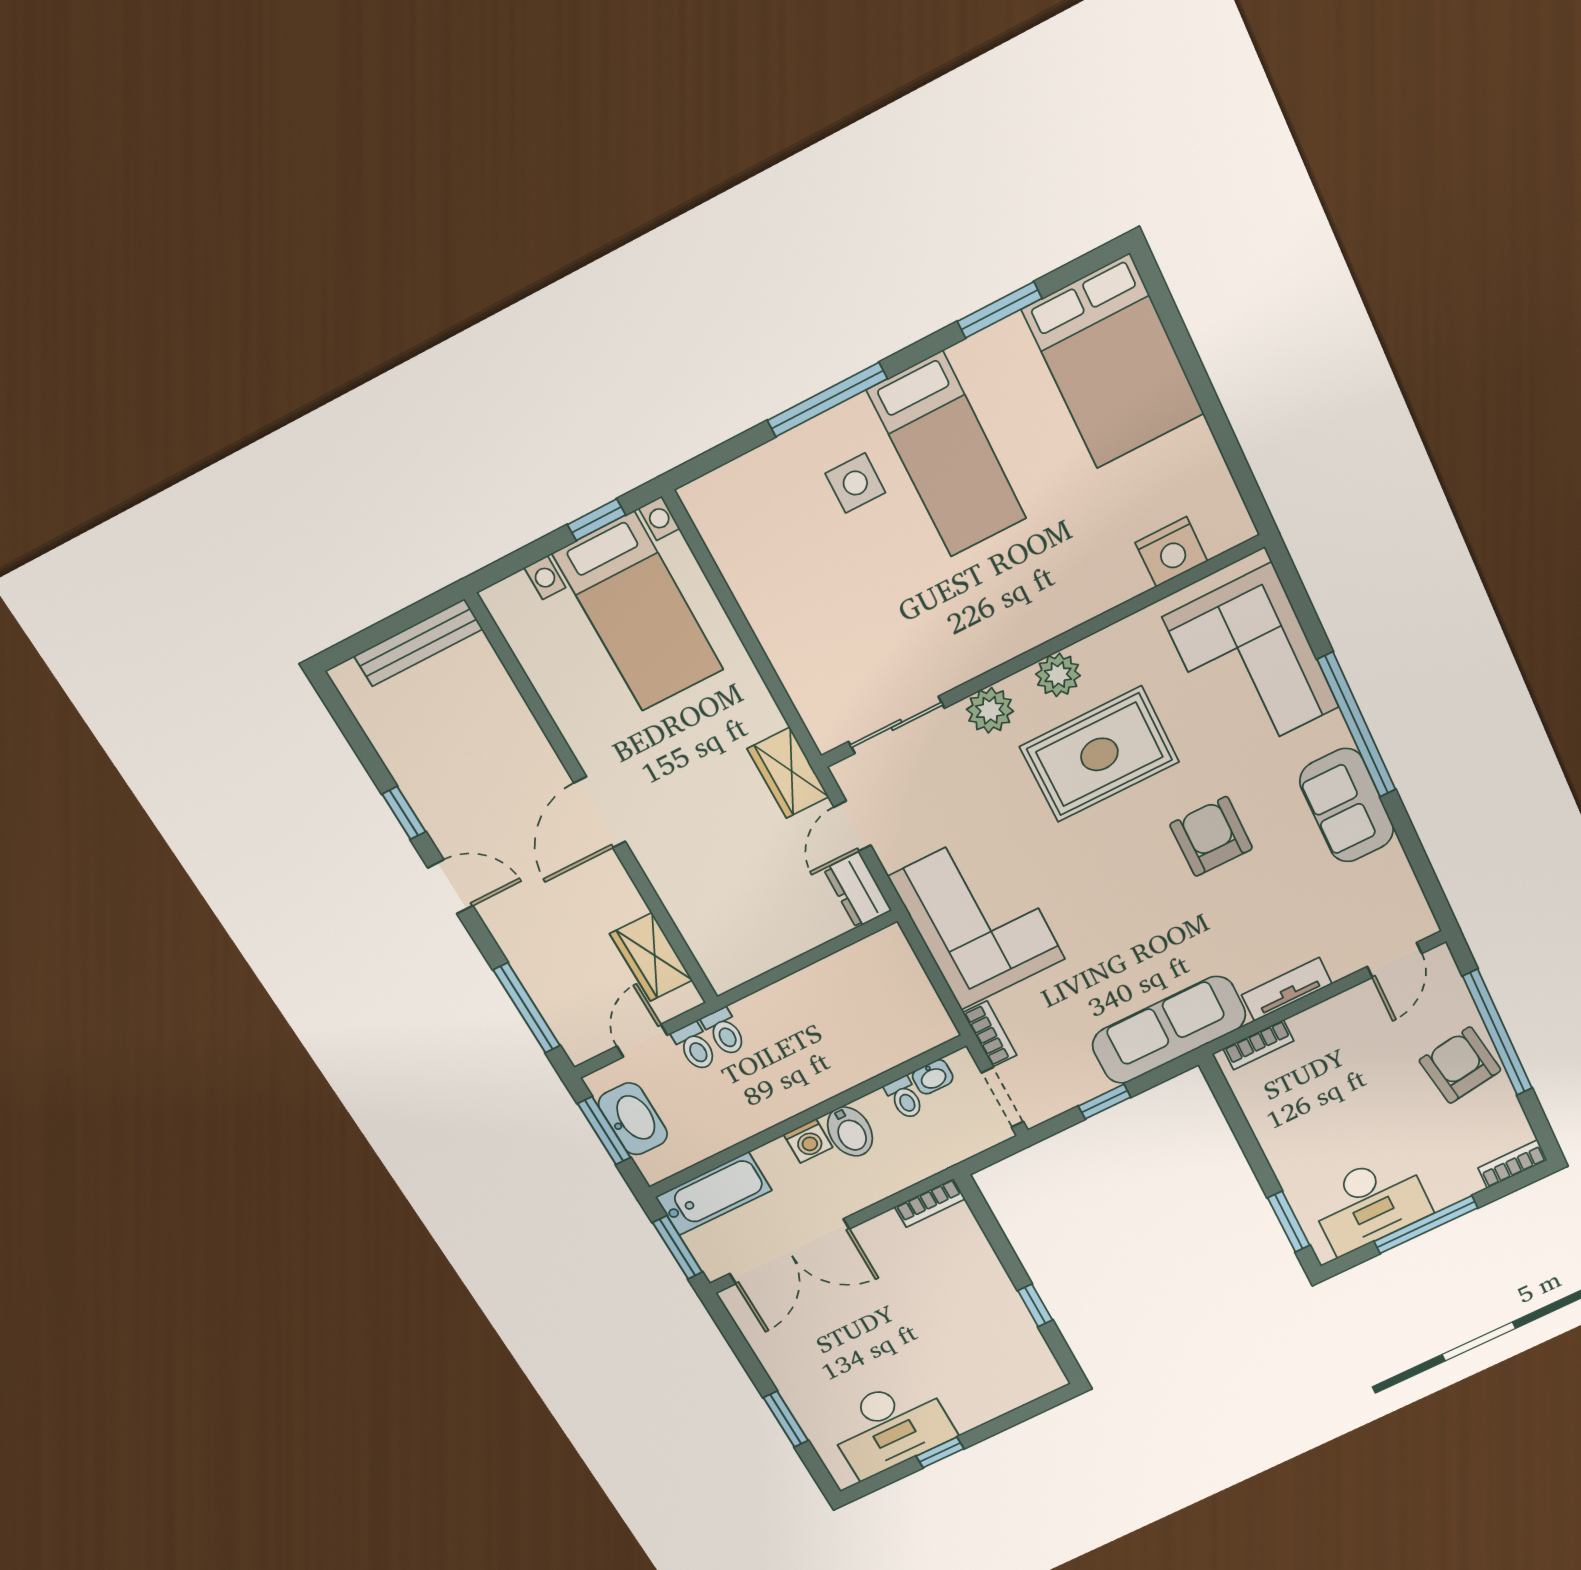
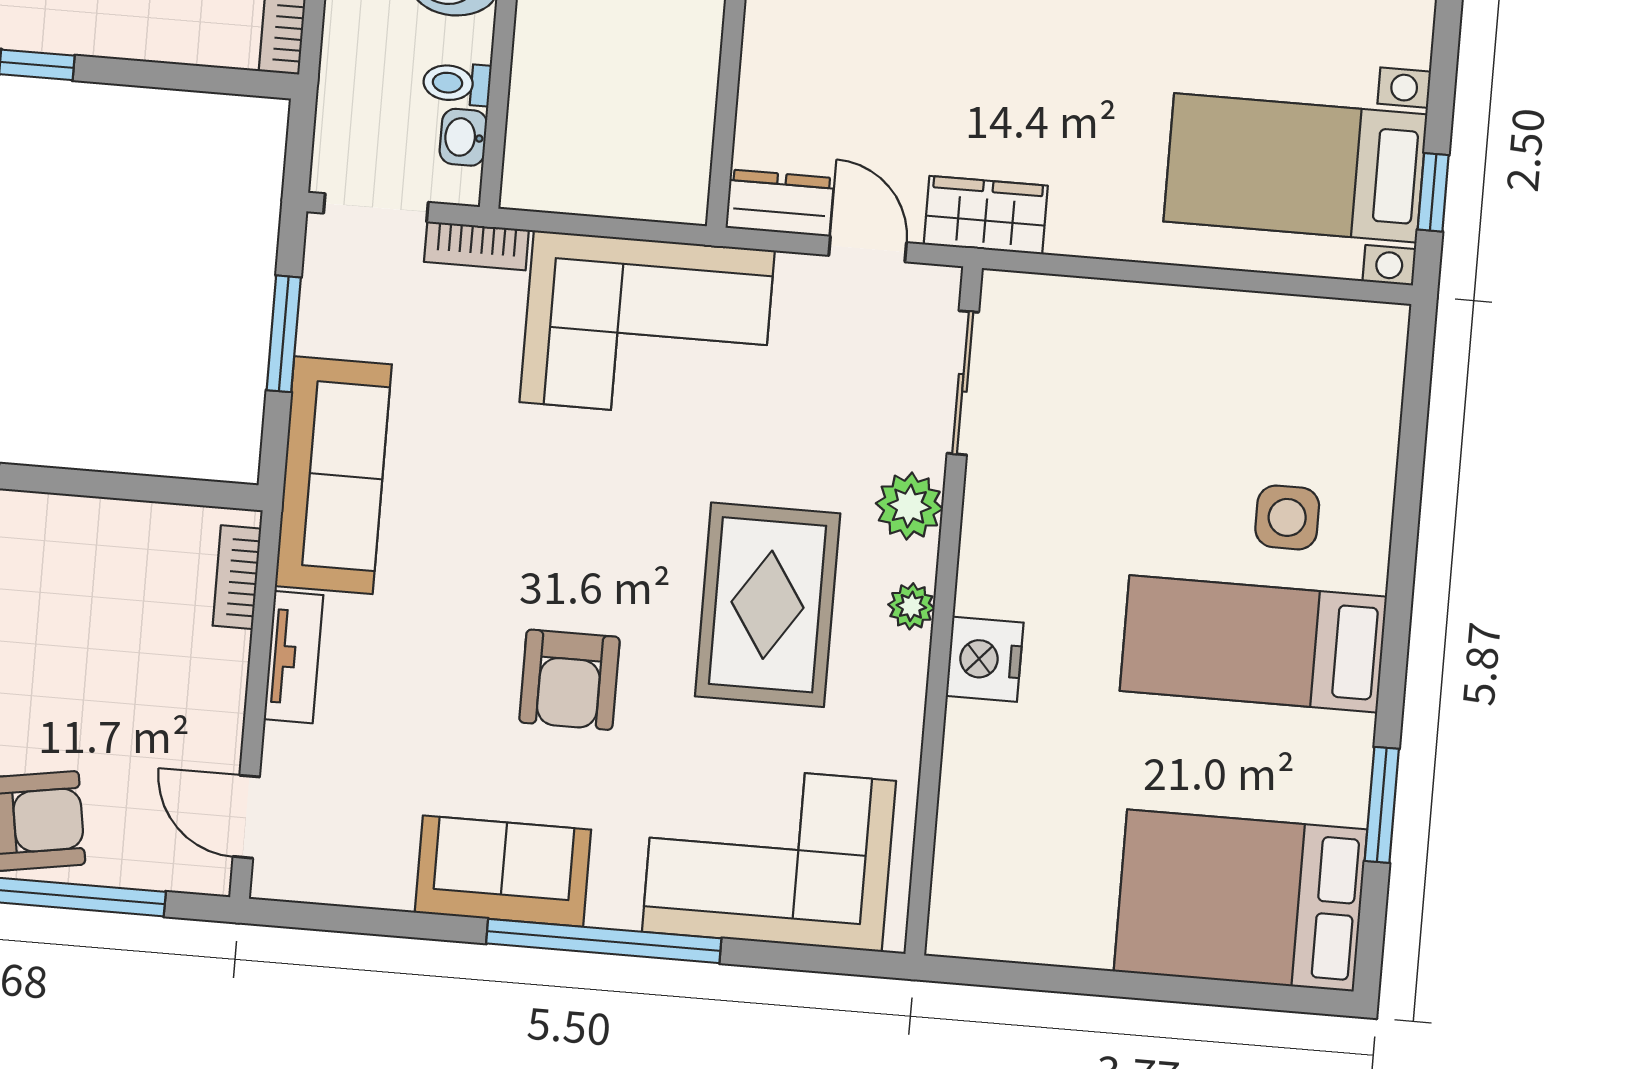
window: (827, 400) -> (1404, 546), removed
nightstand: (1171, 552) -> (985, 659), moved
plant: (1058, 675) -> (911, 606), width x0.73, depth x0.73
armchair: (1211, 836) -> (569, 680), turned 90
window: (1105, 1102) -> (284, 334), width x1.50

